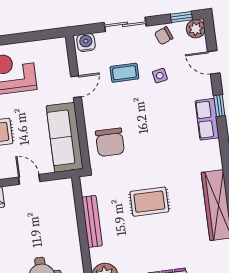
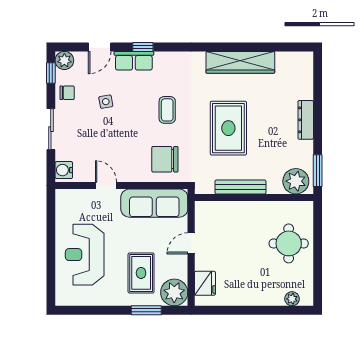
chair: (164, 36) -> (67, 93), turned -68
coffee table: (124, 73) -> (167, 110), moved
row of seats: (207, 119) -> (134, 61), moved
chair: (110, 142) -> (165, 159), turned 180
rug: (149, 202) -> (228, 128), width x1.36, depth x1.43

